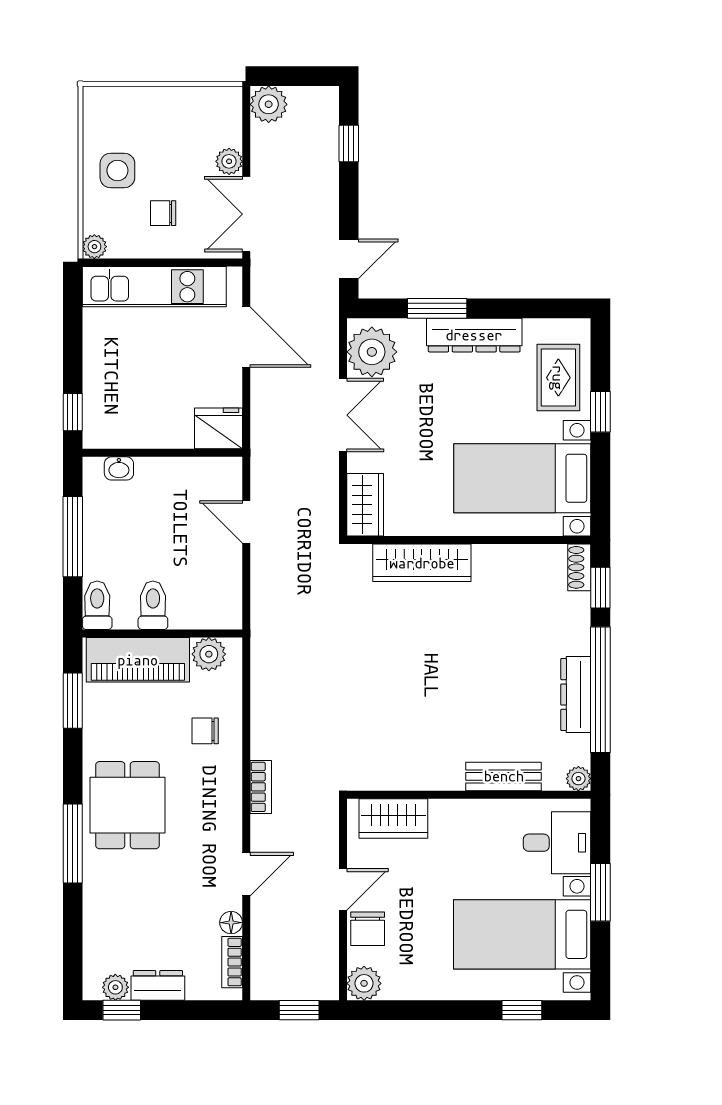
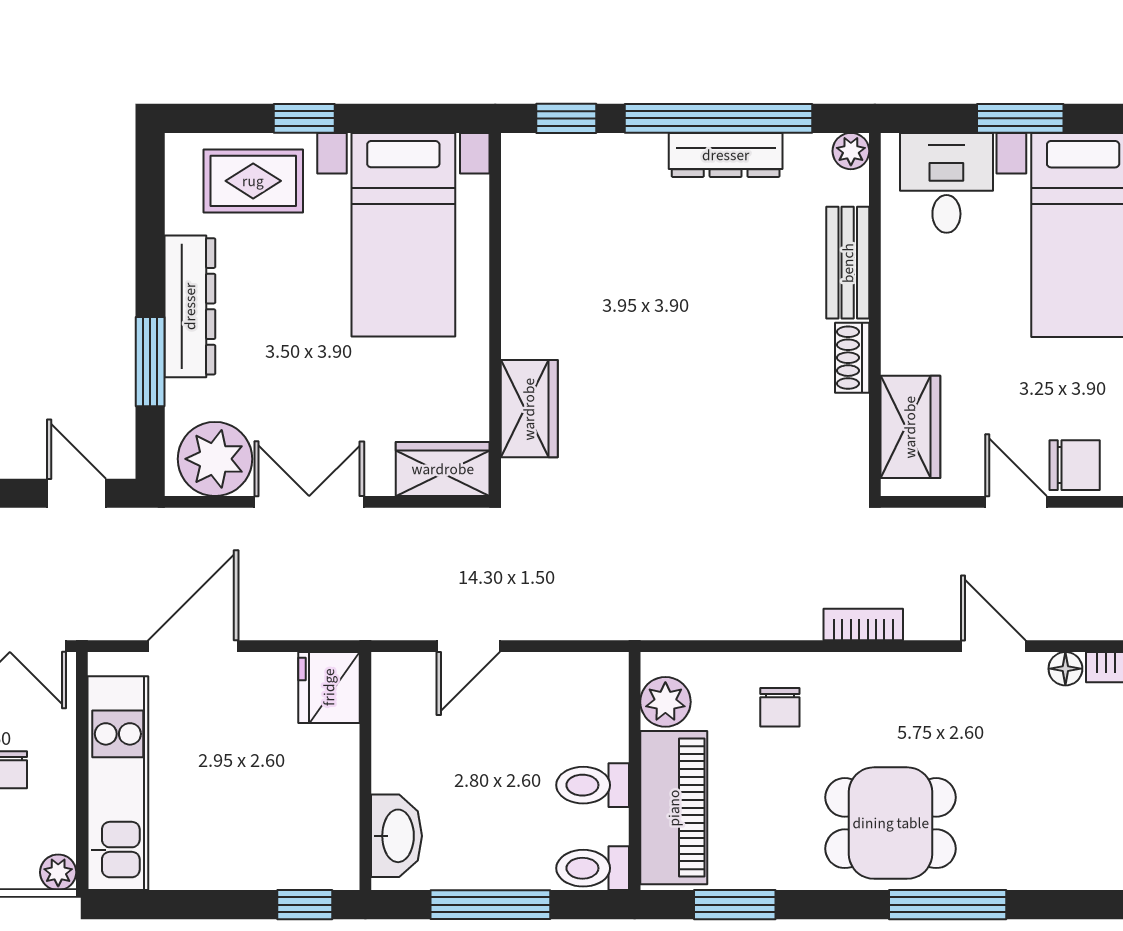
washbasin: (119, 468) -> (397, 836), width x1.91, depth x1.45
wardrobe: (422, 563) -> (529, 409), width x0.67
shoe rack: (579, 567) -> (852, 358), moved, turned 90

